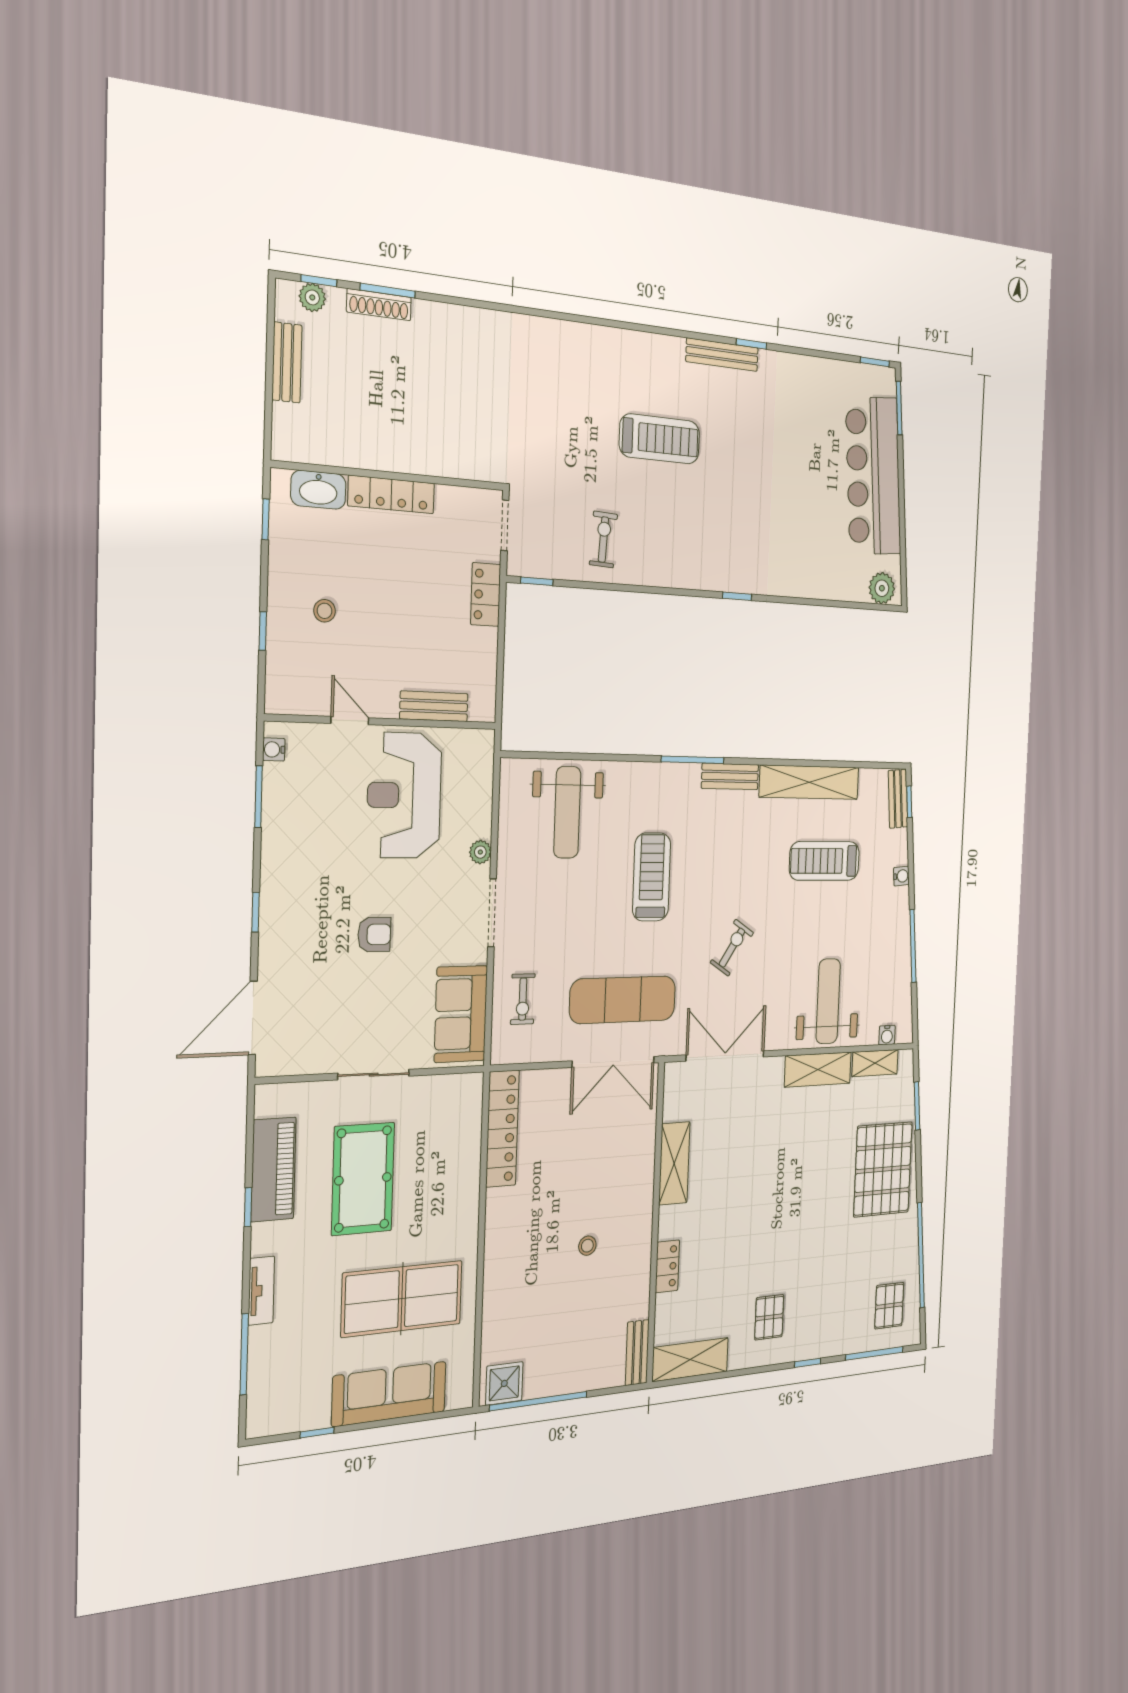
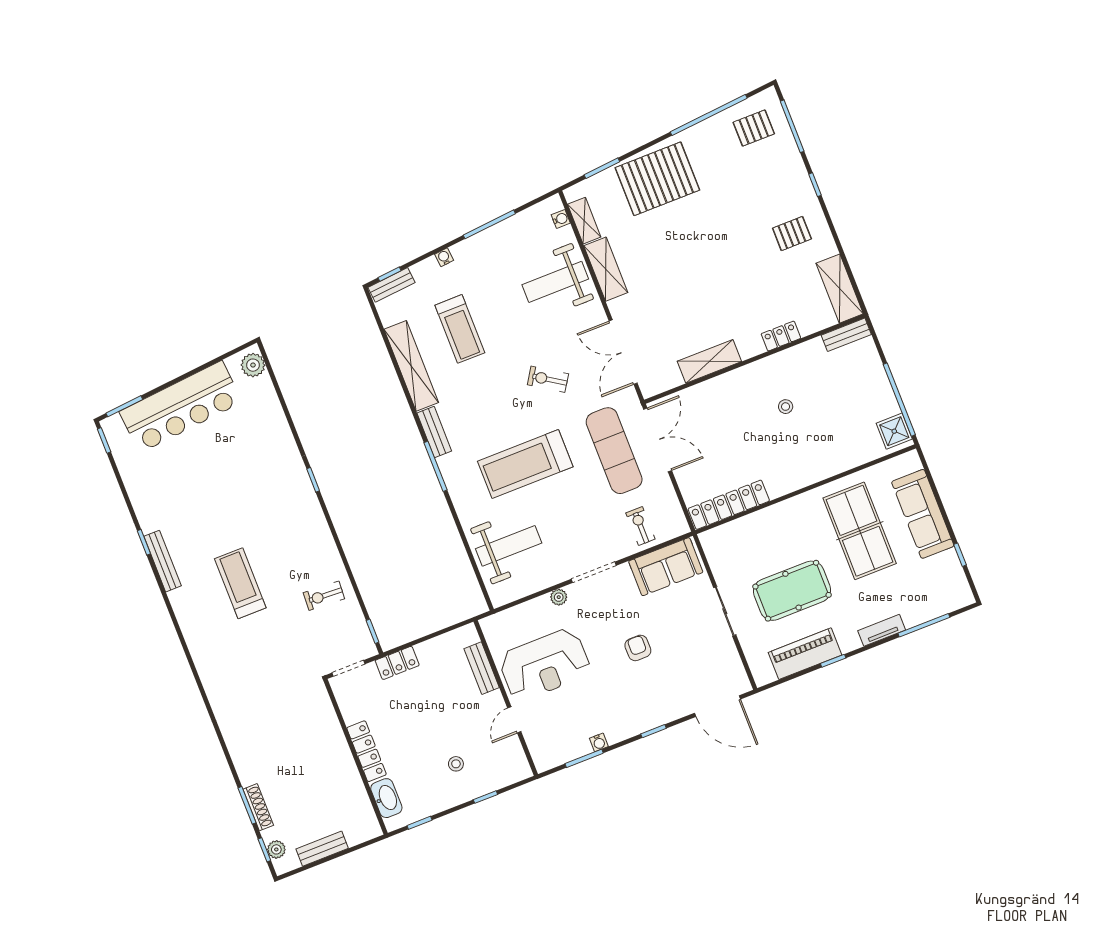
water cooler: (274, 749) -> (599, 742), moved
treadmill: (652, 877) -> (525, 464), width x1.37, depth x1.38
exercise bike: (523, 999) -> (640, 526), turned -90

